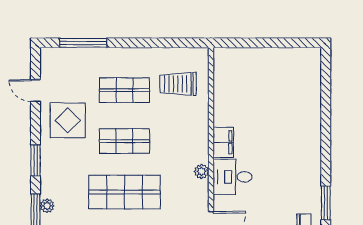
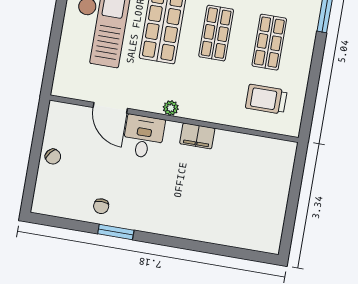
trolley: (178, 84) -> (266, 99), turned -90
desk: (232, 177) -> (144, 137), moved

